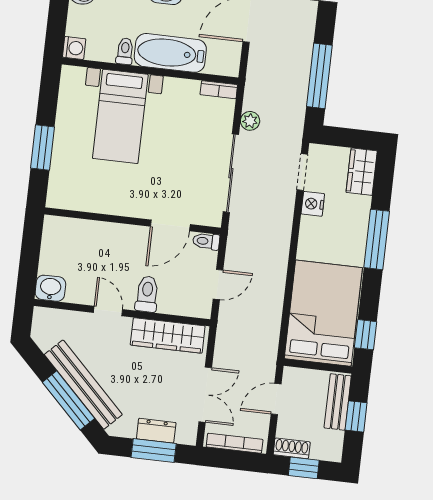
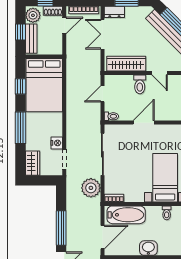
bathtub: (170, 53) -> (126, 215), moved
window: (319, 76) -> (61, 228), moved
plant: (250, 121) -> (91, 188), width x1.87, depth x1.87
door: (170, 225) -> (144, 123), moved
window: (366, 335) -> (20, 86), moved
door: (276, 399) -> (64, 25), moved
dresser: (156, 431) -> (114, 12), moved
plant: (329, 444) -> (33, 15), added

